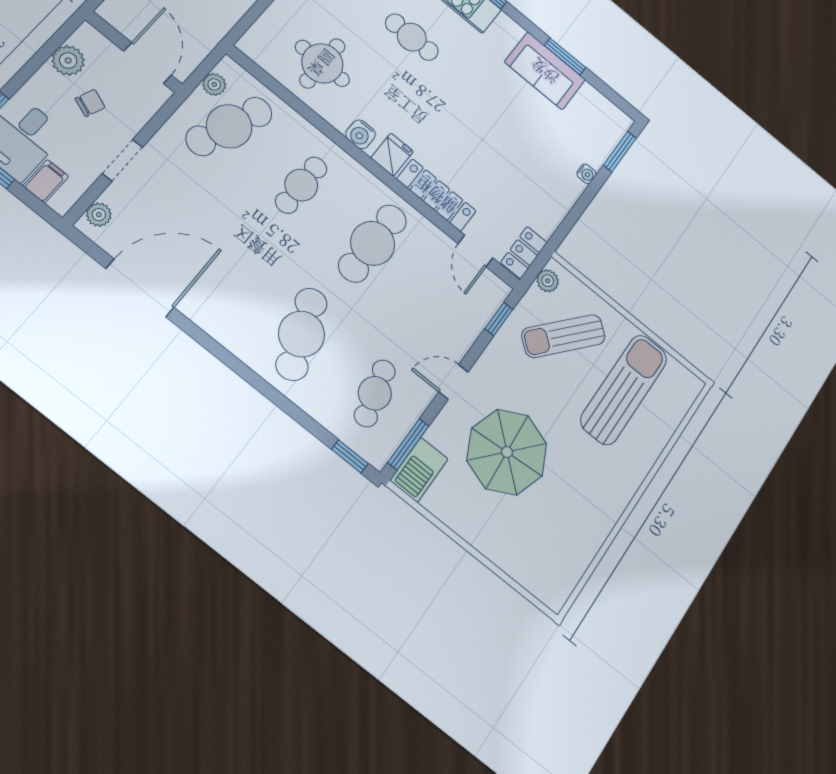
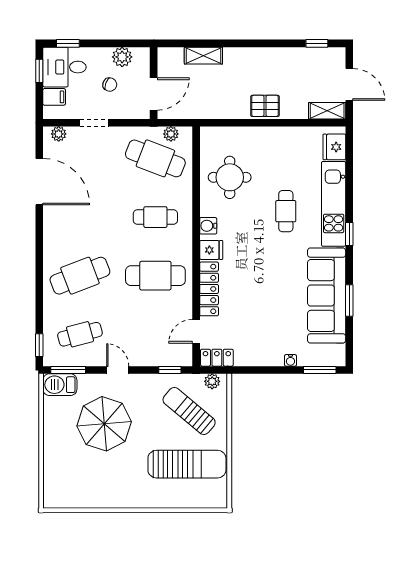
sofa: (545, 71) -> (327, 296), width x1.85, depth x1.27

